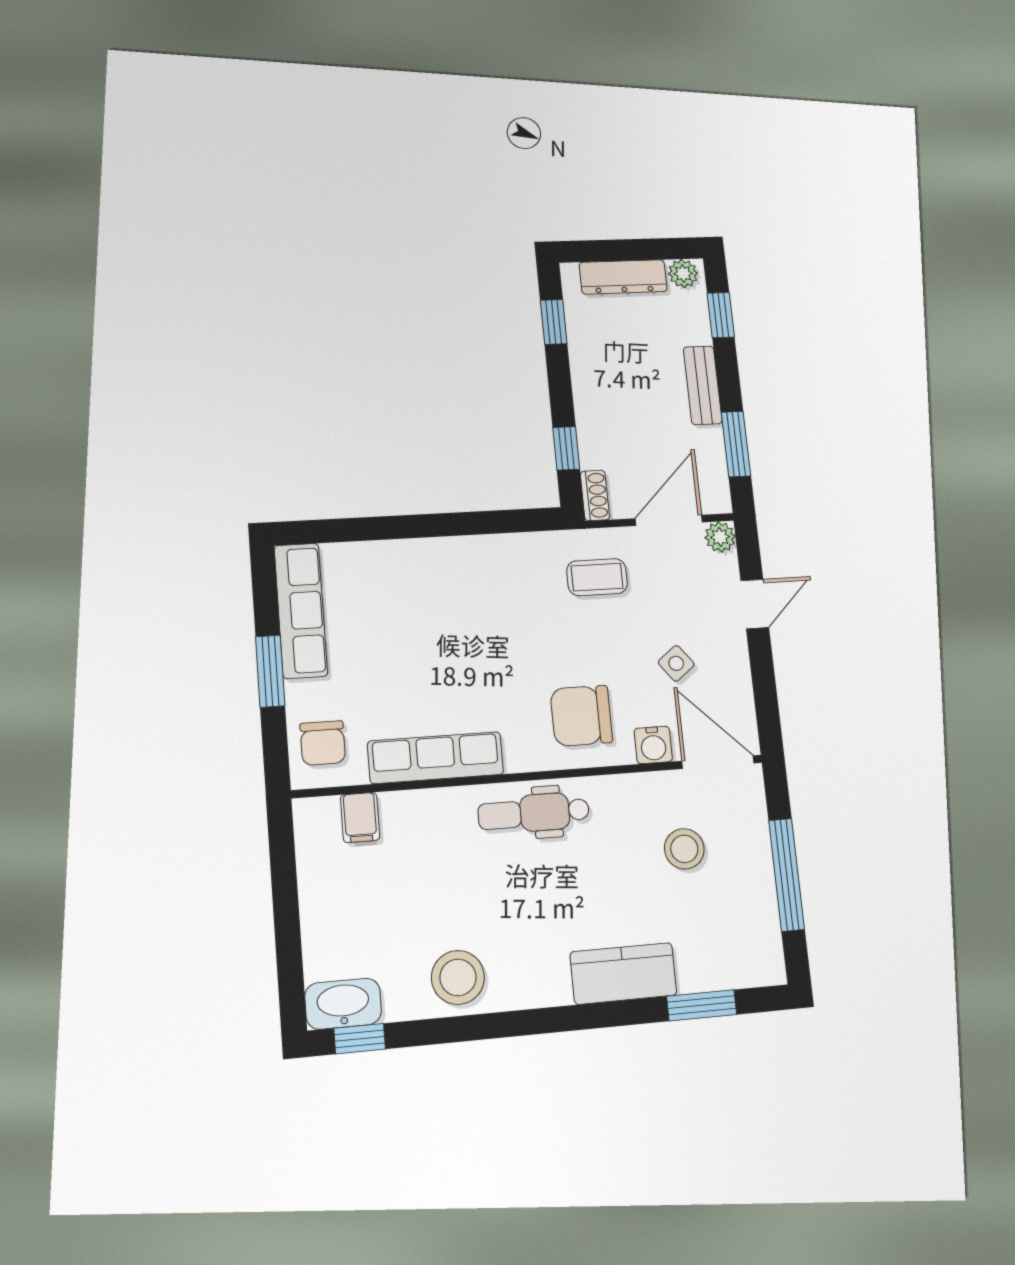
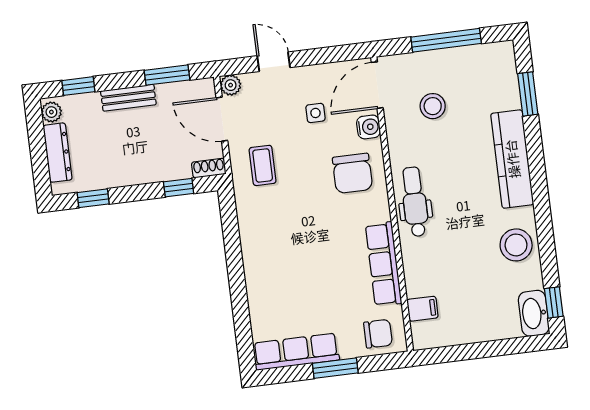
side table: (676, 663) -> (315, 113), turned 38
dental chair: (534, 813) -> (415, 202), turned 180
kitchen counter: (623, 973) -> (512, 159), width x1.50

